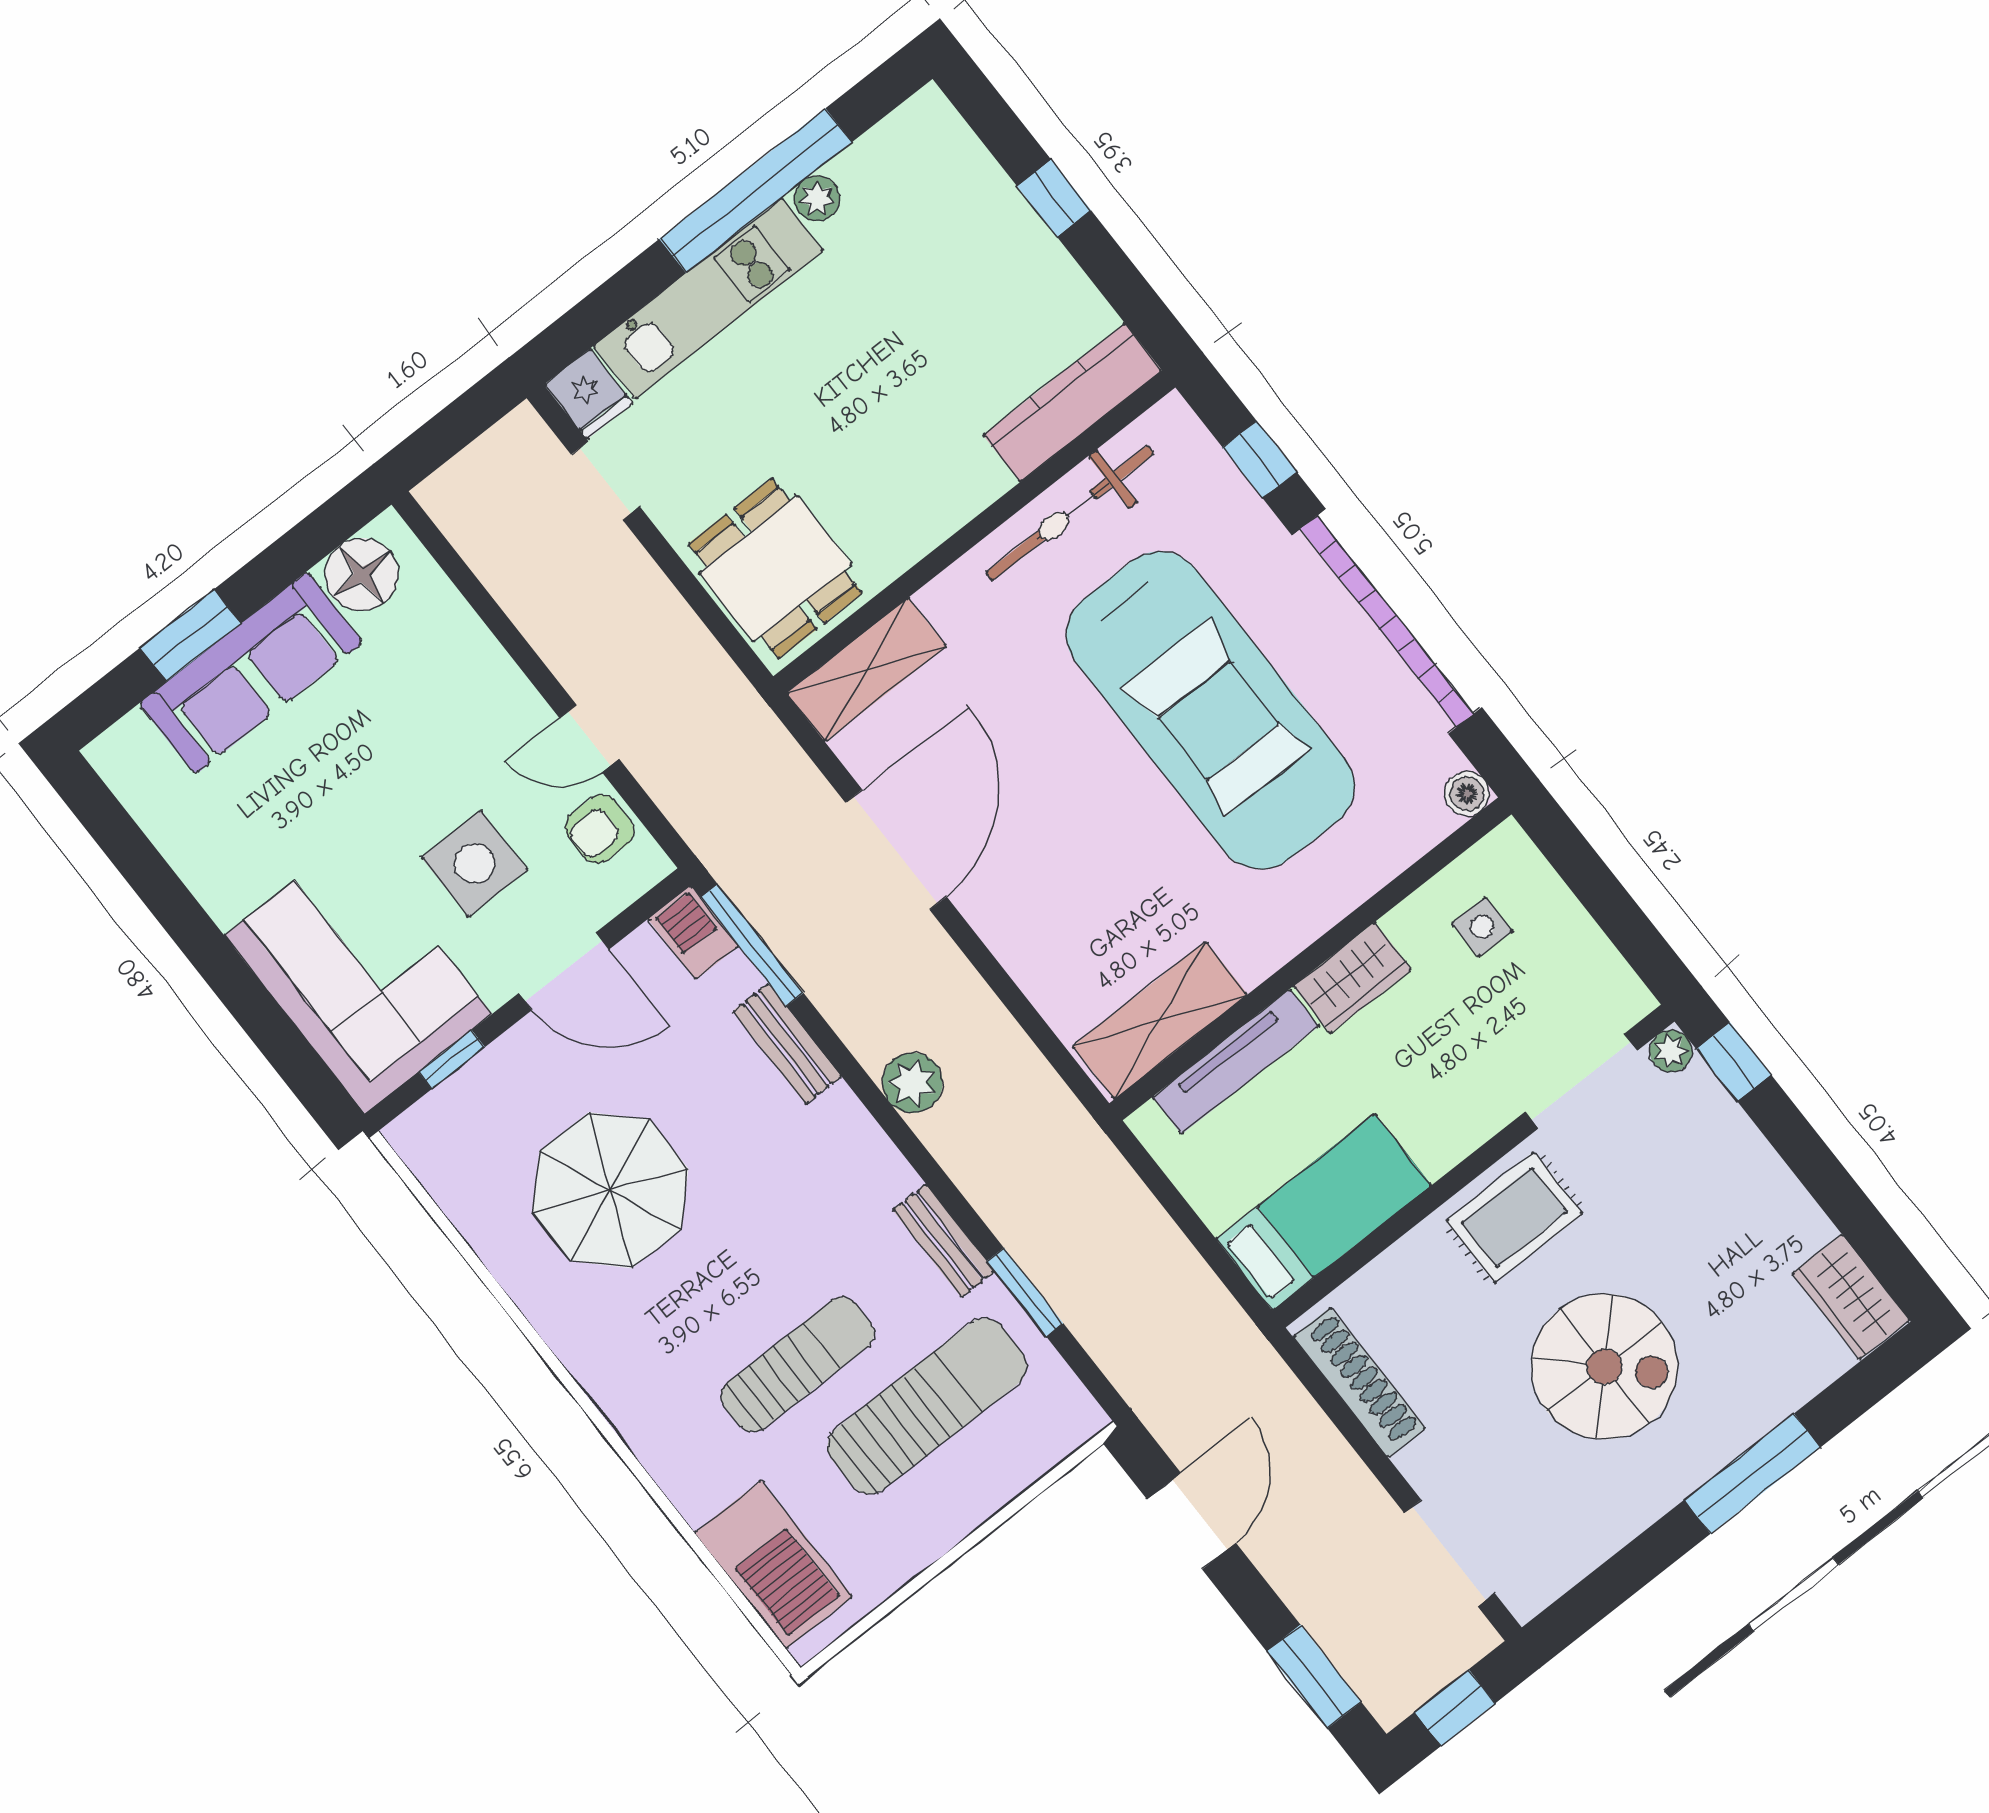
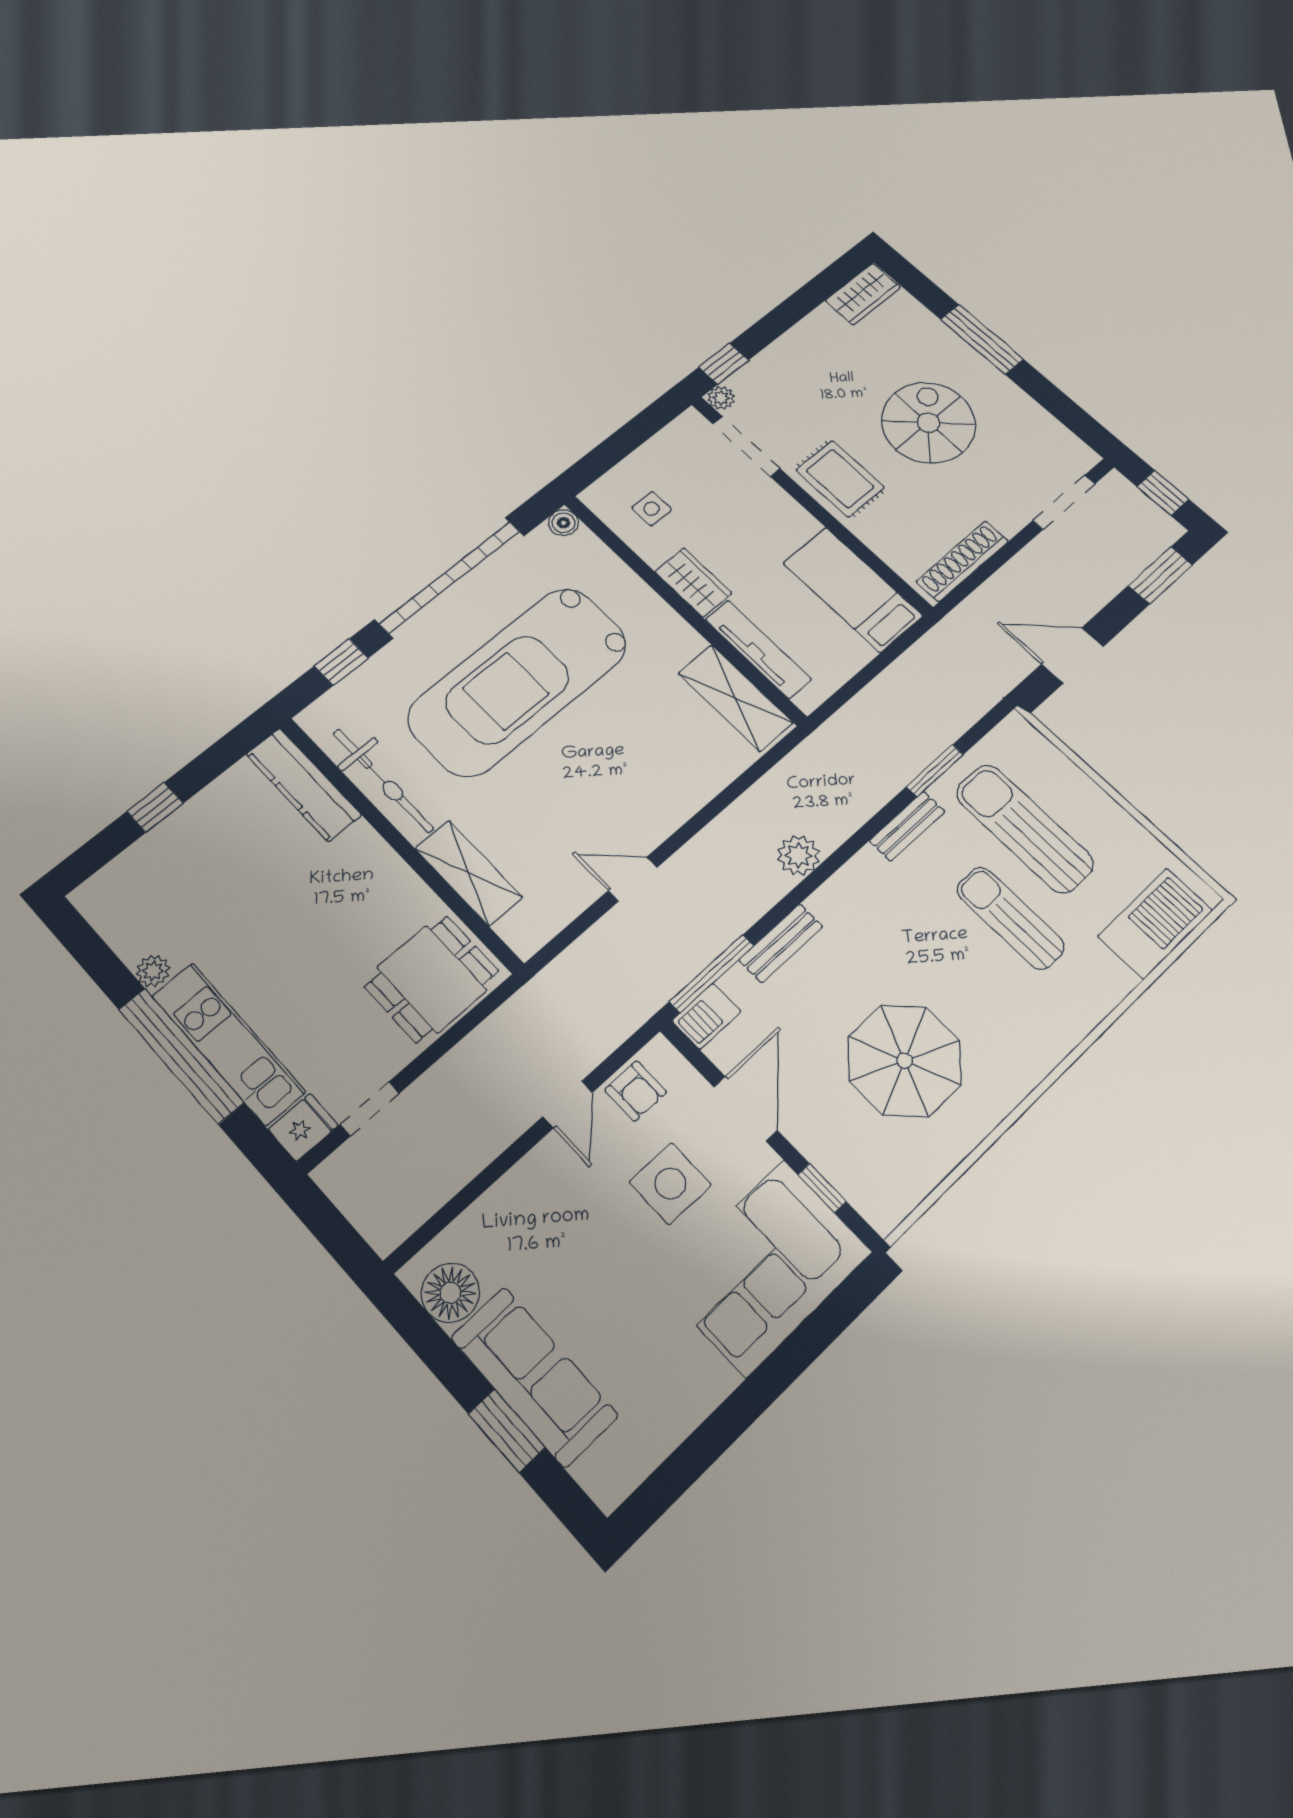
window: (756, 191) -> (181, 1056), moved
shelving: (866, 670) -> (469, 873), moved
car: (1210, 710) -> (518, 681), turned 180
door: (896, 850) -> (633, 879), width x0.53

